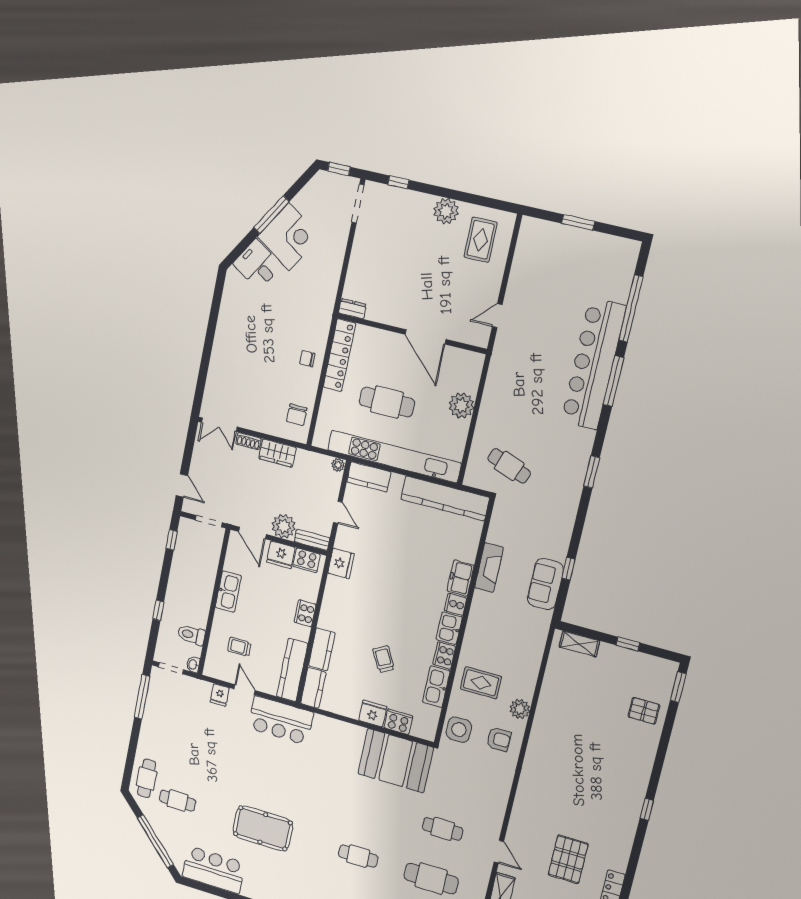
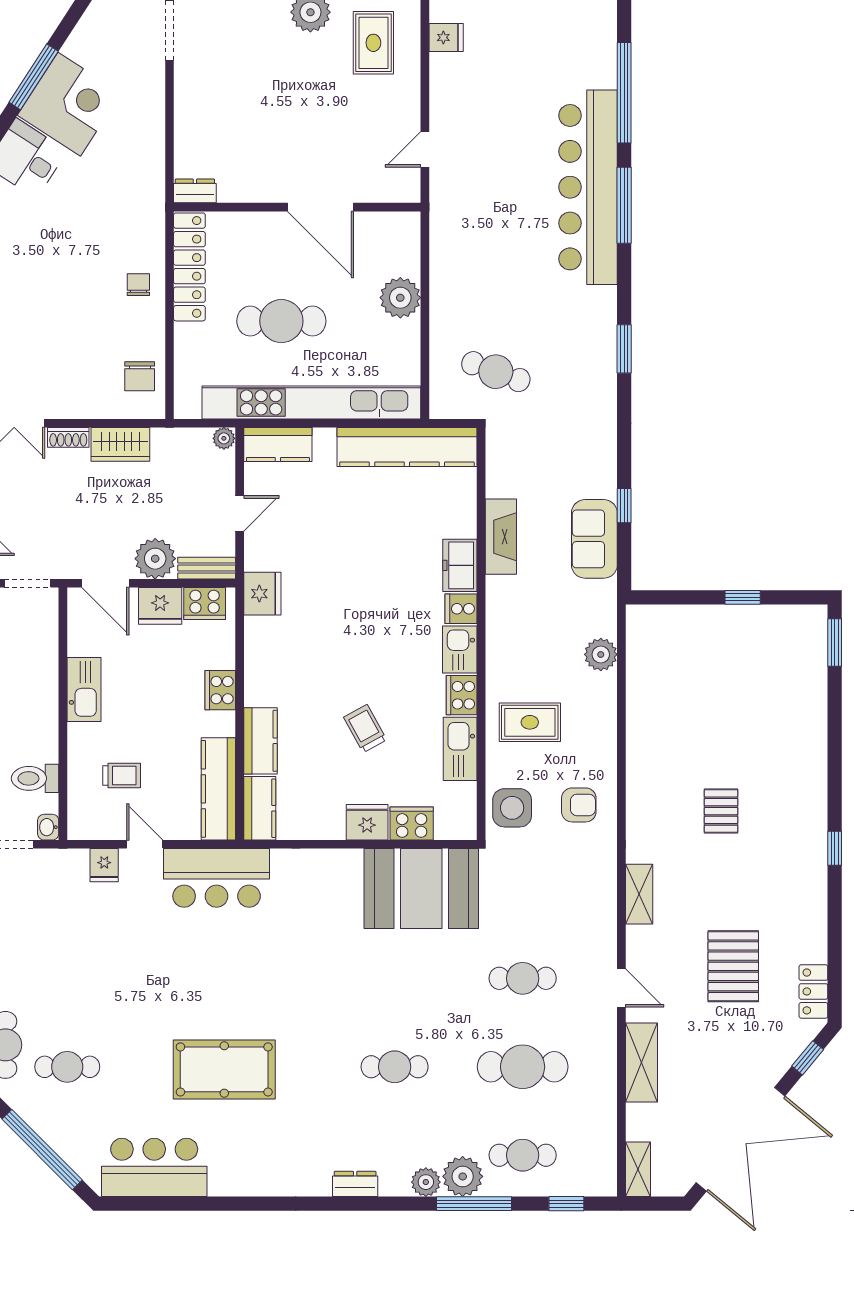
fridge: (527, 247) -> (446, 37), added
chair: (307, 359) -> (138, 285), turned 90
door: (338, 512) -> (240, 513), hinge flipped
shelving: (579, 644) -> (639, 894), moved, turned 90
trolley: (239, 647) -> (122, 775), turned 180
plant: (520, 709) -> (601, 654), moved
pallet: (644, 711) -> (721, 811), moved, turned 90

